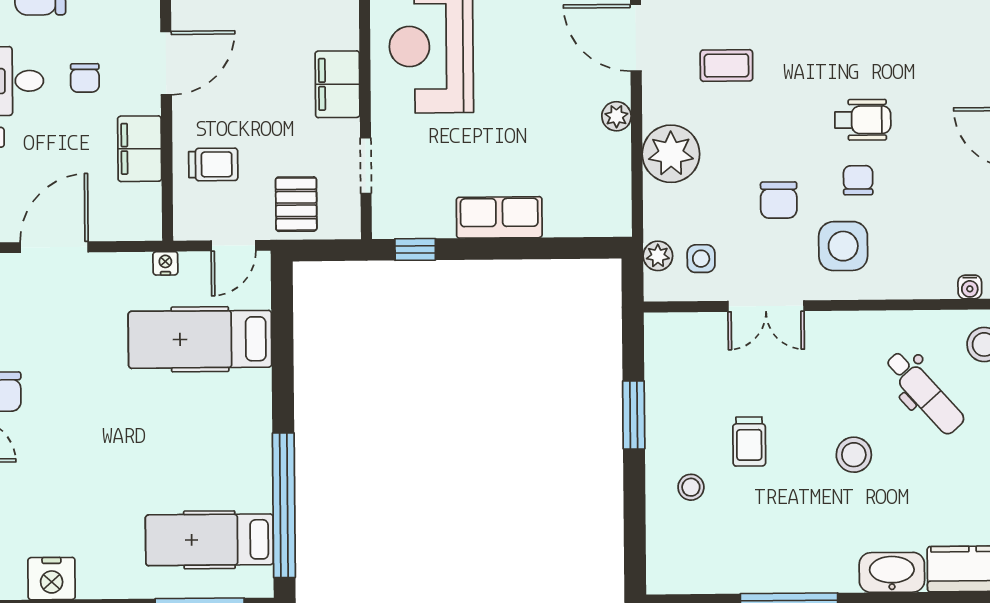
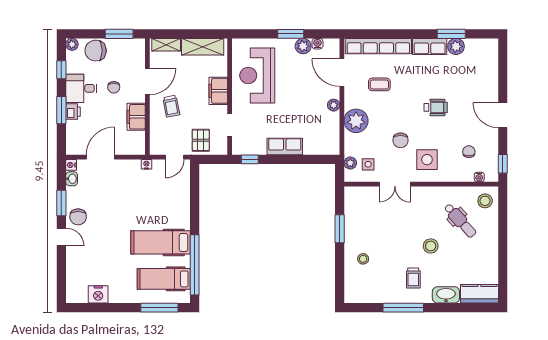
trolley: (213, 164) -> (171, 106), moved, turned 79
chair: (858, 180) -> (469, 152), moved
hospital bed: (200, 339) -> (160, 242), moved
trolley: (749, 441) -> (413, 278), moved

